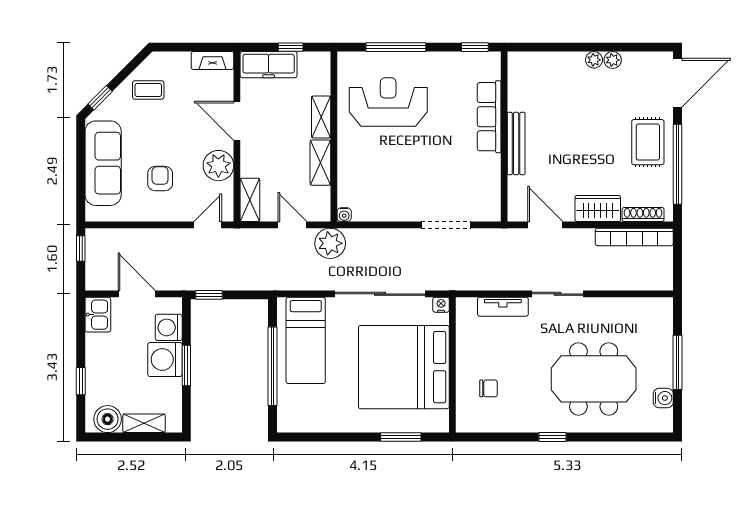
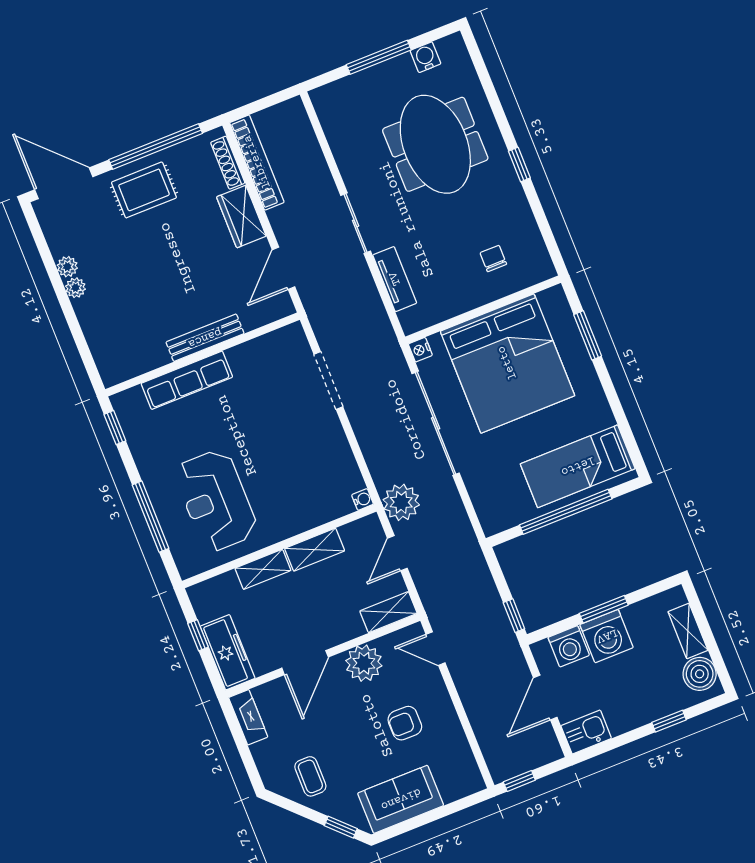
sofa: (103, 163) -> (401, 799), width x0.73
bed: (306, 340) -> (578, 466), moved, turned 180

